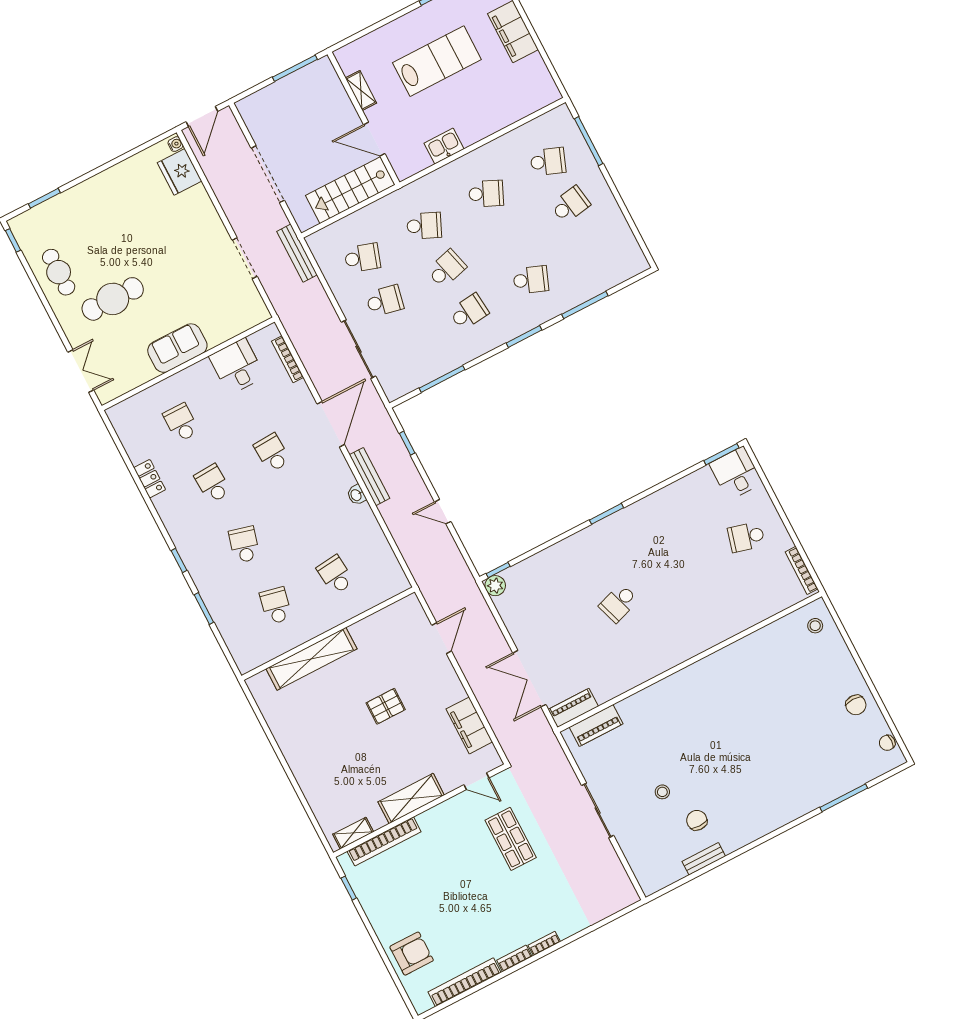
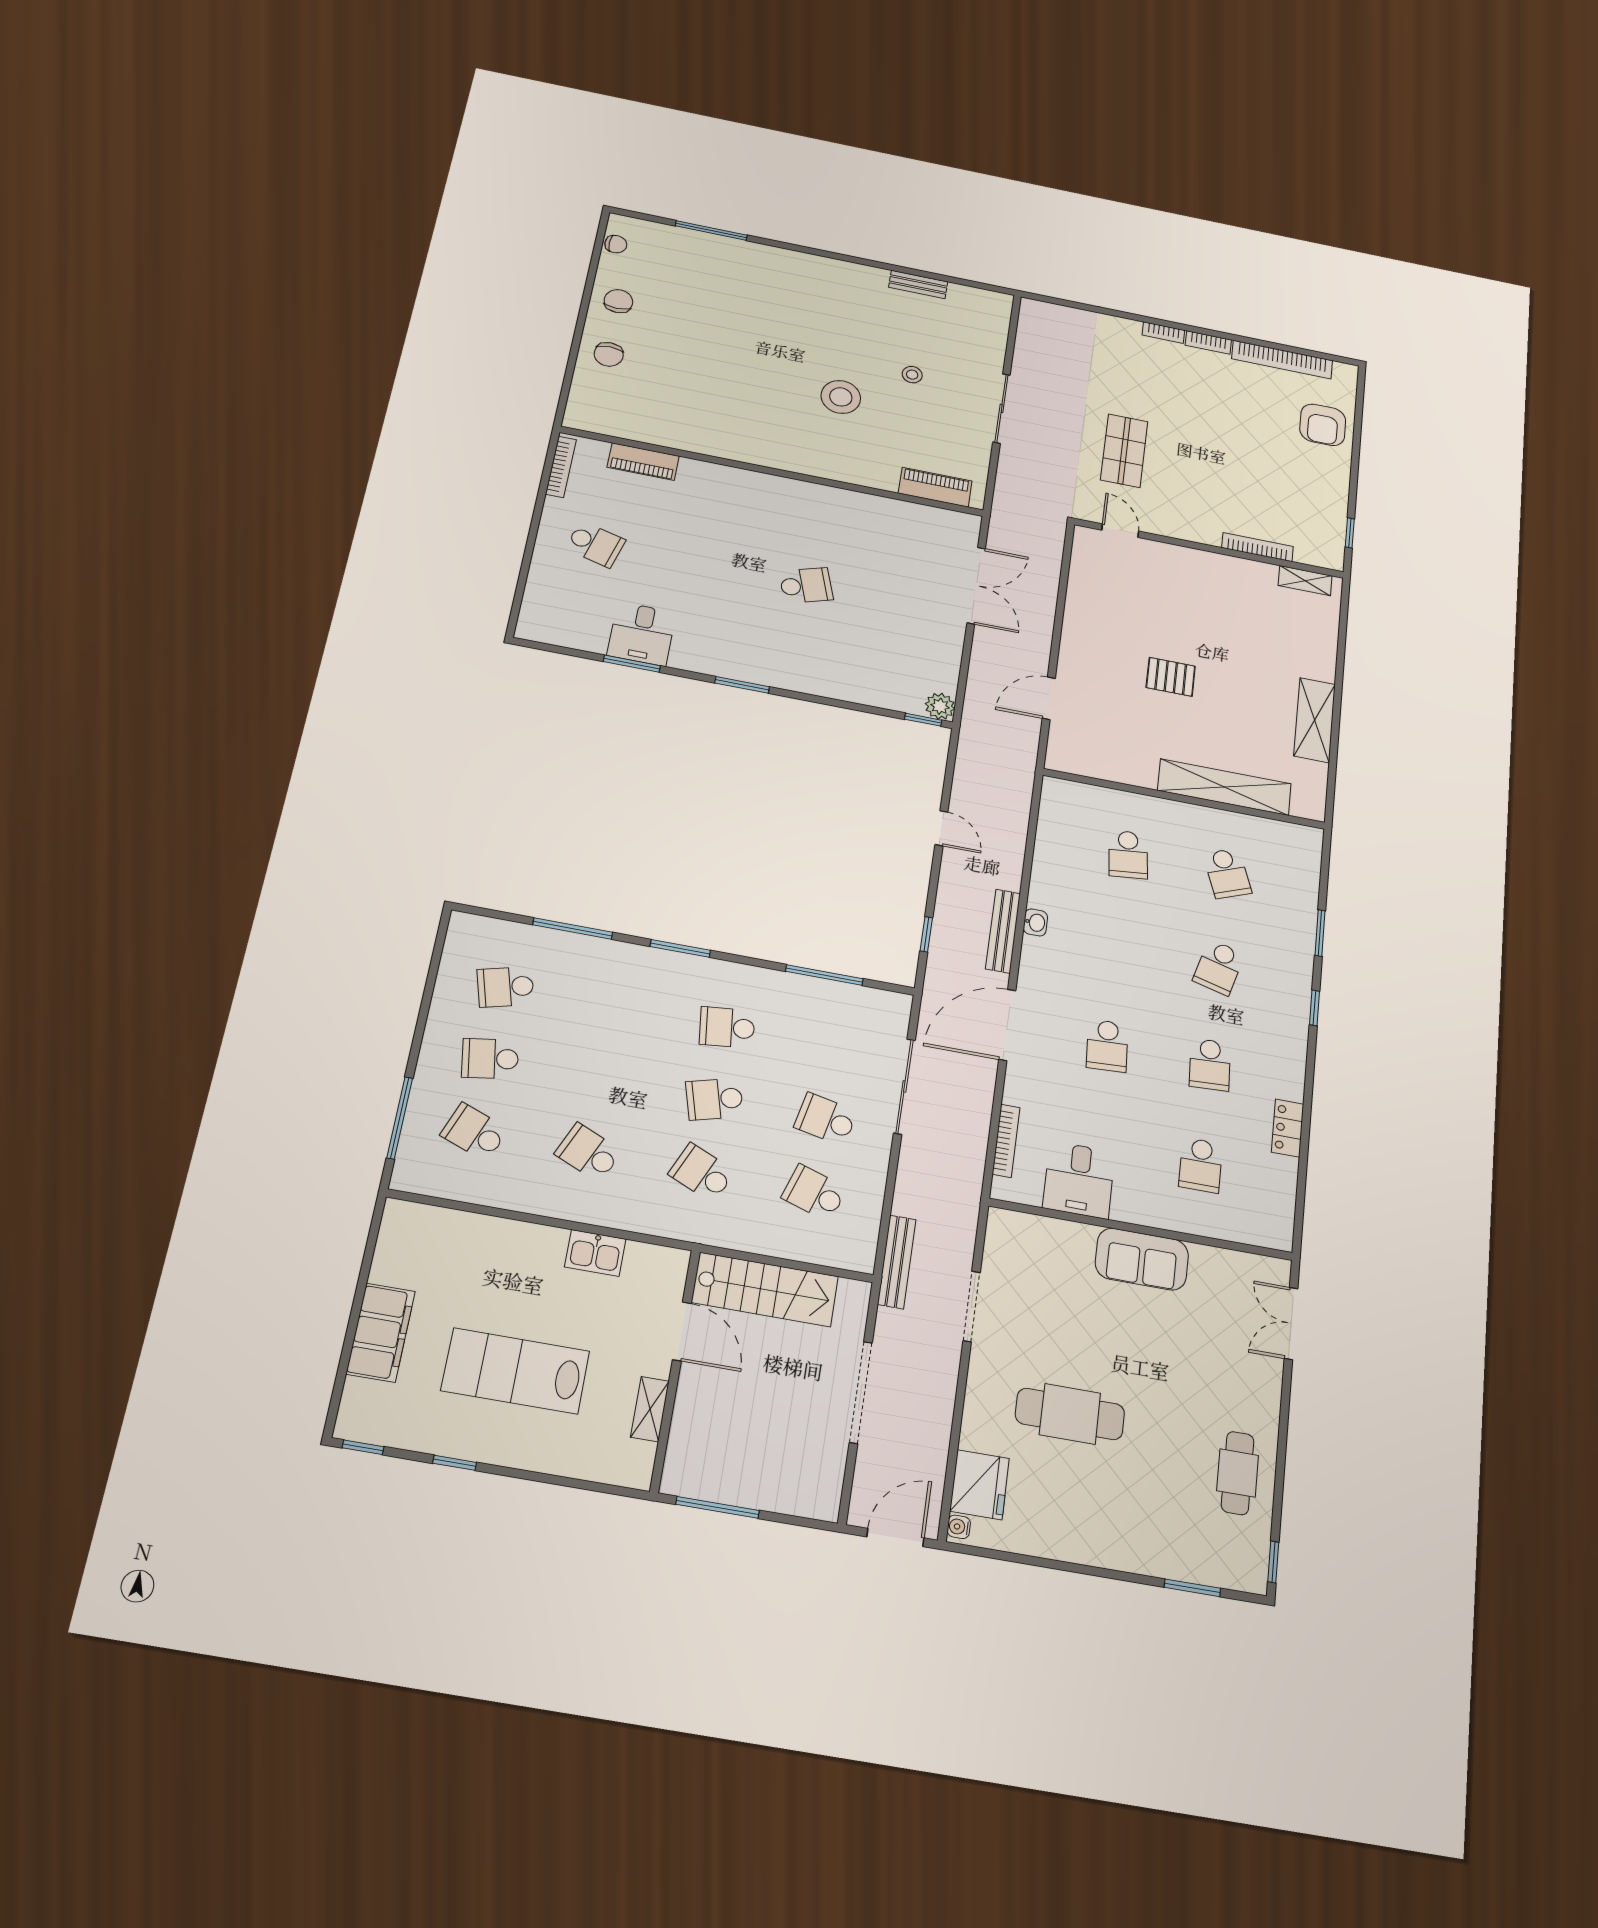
school desk: (531, 280) -> (506, 987), moved, turned -36
cafe table: (113, 299) -> (1070, 1414), moved
window: (721, 454) -> (632, 664), moved
desk: (736, 473) -> (642, 634), moved
school desk: (276, 606) -> (1227, 873), turned -33
stool: (815, 626) -> (841, 397), moved, width x1.89, depth x1.89
piano: (573, 708) -> (643, 462), moved
filing cabinet: (469, 725) -> (1085, 589), removed
shelving: (411, 799) -> (1315, 720), moved, turned 90
chair: (697, 820) -> (609, 354), moved
bookcase: (384, 841) -> (1258, 547), width x0.68, depth x0.76
armchair: (412, 954) -> (1323, 425), turned -90

